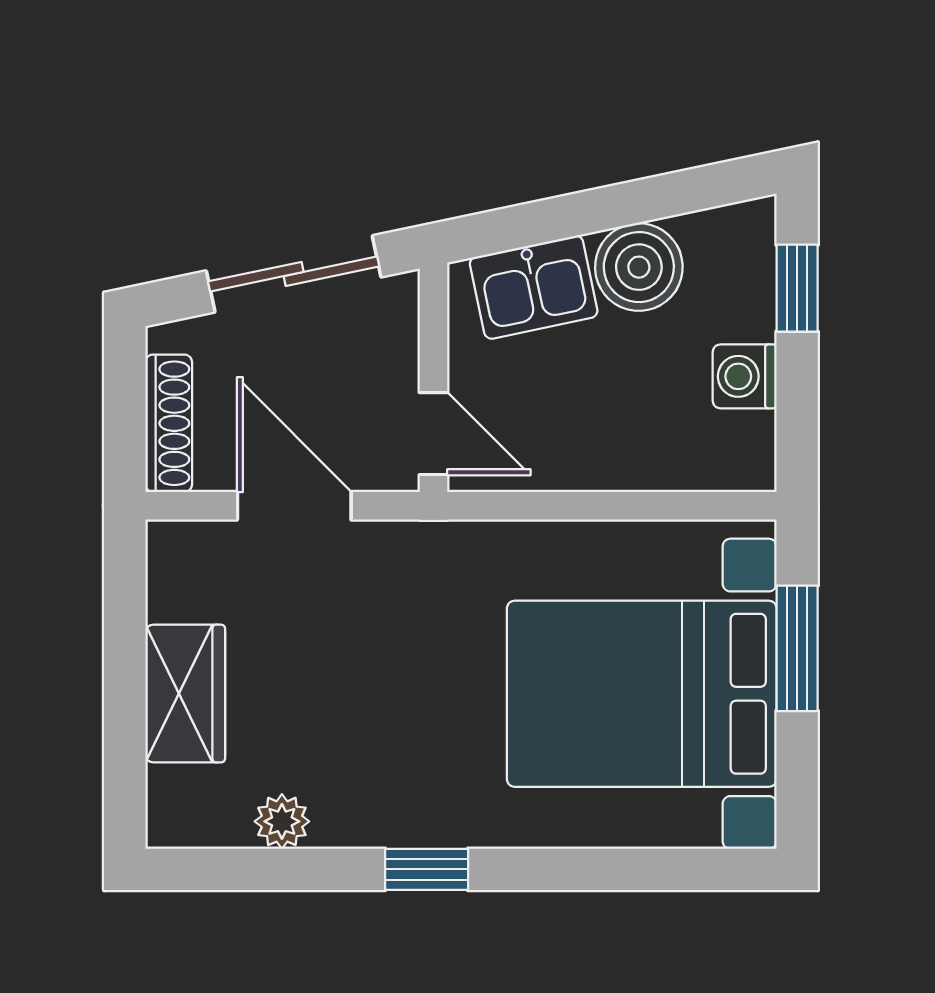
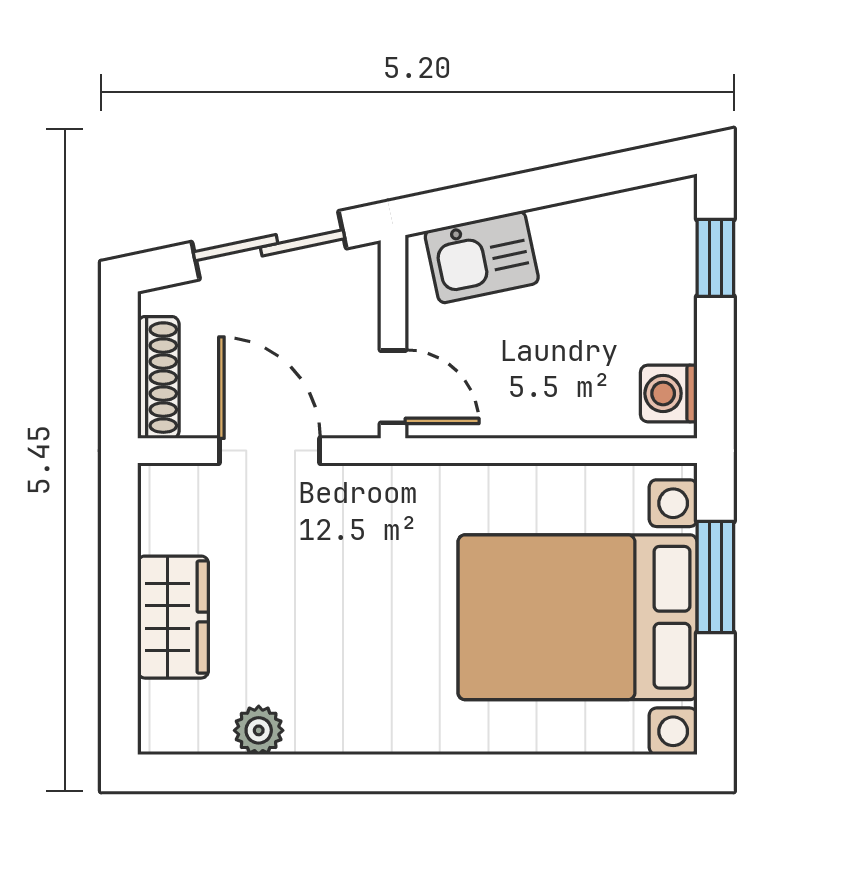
boiler: (639, 267) -> (575, 239), removed
washing machine: (745, 376) -> (669, 393), moved
window: (427, 869) -> (387, 773), removed

